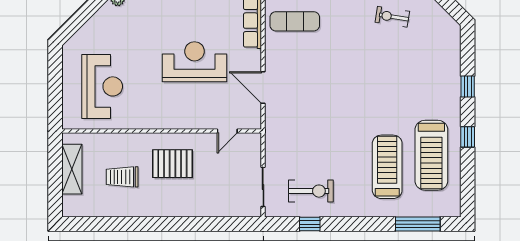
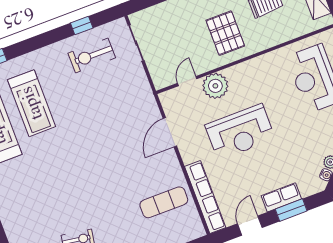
door: (263, 87) -> (170, 132), swing flipped
plant: (202, 116) -> (215, 86), added
pallet: (172, 164) -> (225, 33), turned 90

